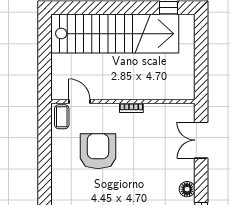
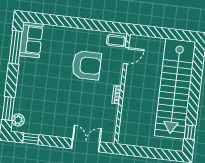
floor lamp: (187, 189) -> (49, 130), removed

